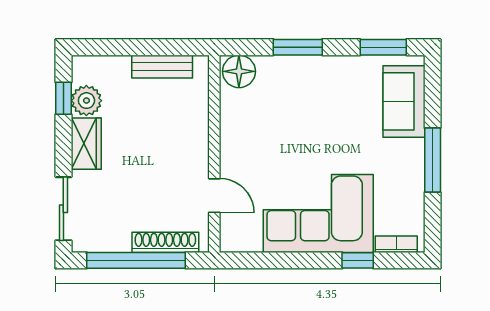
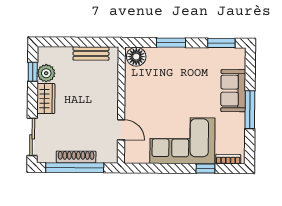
sofa: (404, 101) -> (233, 91), moved
shoe rack: (165, 242) -> (76, 157), moved

